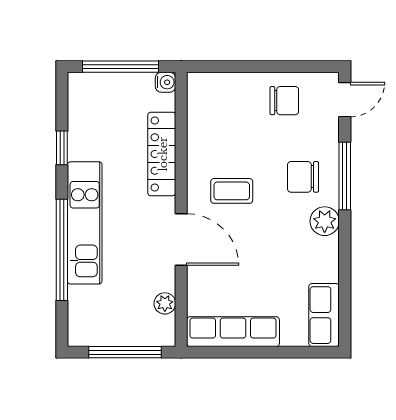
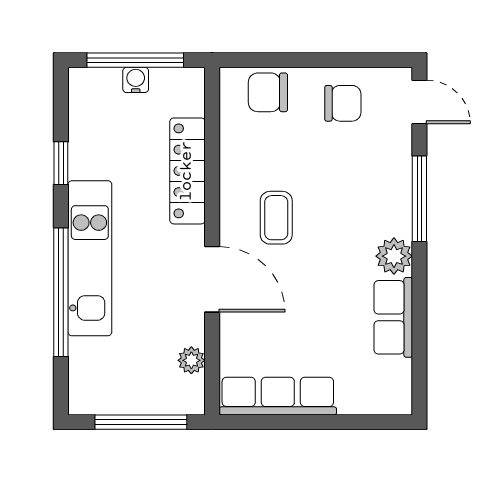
water cooler: (166, 82) -> (136, 80), moved, turned -90
door: (345, 100) -> (419, 102), hinge flipped
chair: (303, 177) -> (268, 92), moved
coffee table: (232, 191) -> (276, 218), turned 90
row of seats: (324, 315) -> (393, 317), moved

